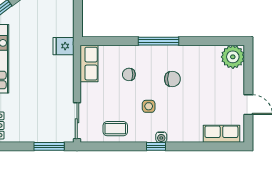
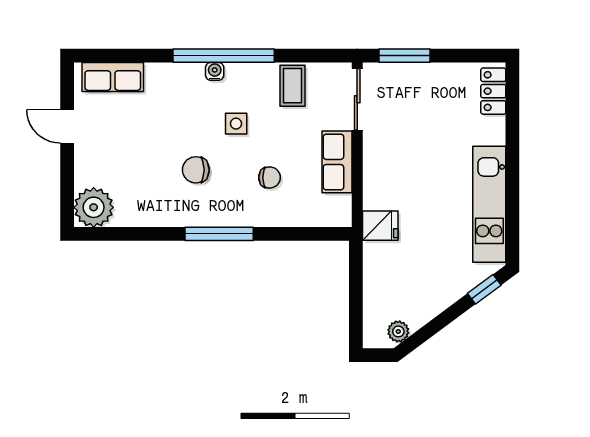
row of seats: (89, 64) -> (337, 162), moved
coffee table: (115, 129) -> (293, 86), turned 90
window: (156, 146) -> (224, 56), width x3.17

